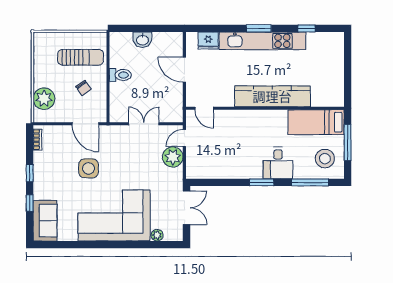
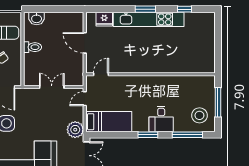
washbasin: (142, 40) -> (37, 18), moved
kitchen counter: (272, 96) -> (157, 65), removed
door: (204, 108) -> (101, 74), swing flipped
bed: (316, 122) -> (109, 122), moved, turned 180
plant: (173, 157) -> (75, 130), moved

